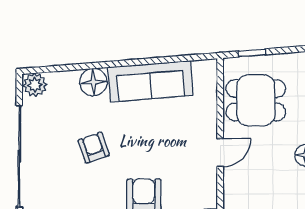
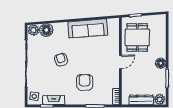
floor lamp: (93, 82) -> (46, 30), moved
dining table: (256, 100) -> (137, 37), turned 90

